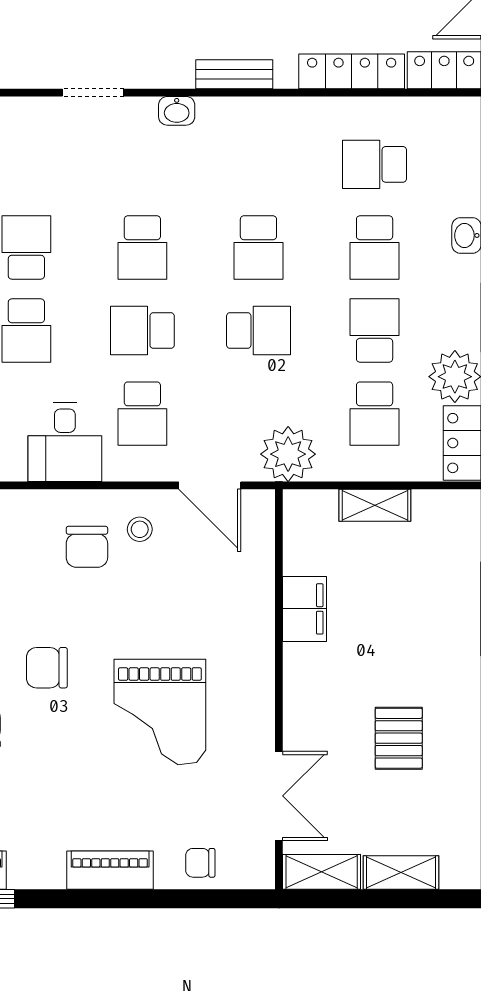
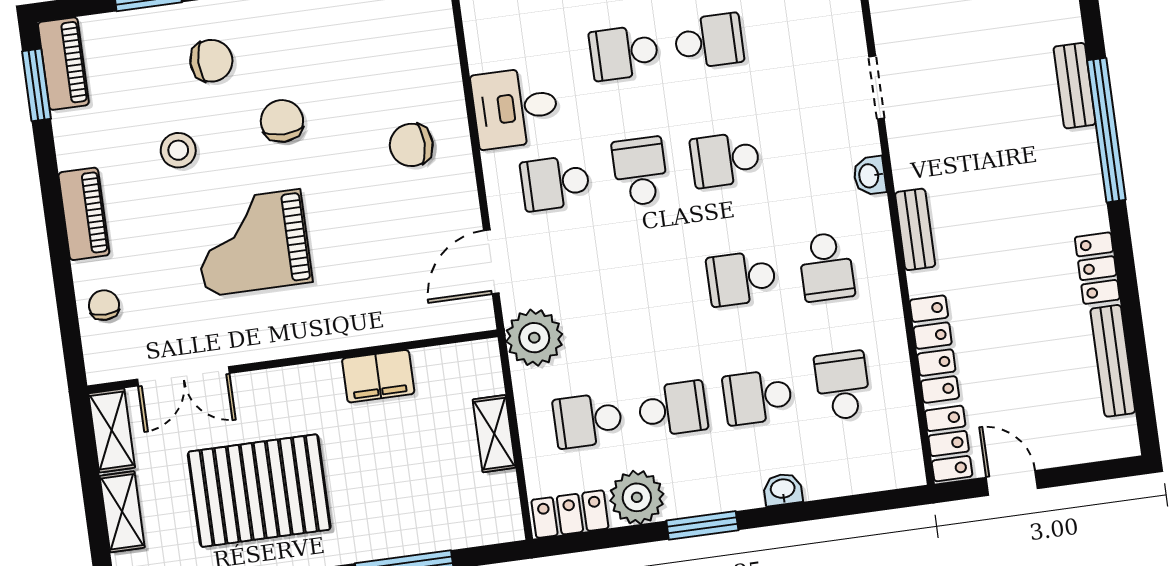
school desk: (258, 331) -> (826, 267), moved
stool: (140, 529) -> (178, 150), moved, width x1.37, depth x1.37
pallet: (399, 738) -> (259, 491), width x2.05, depth x2.00

